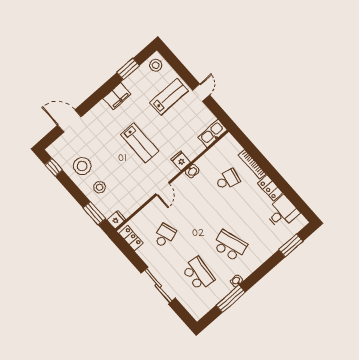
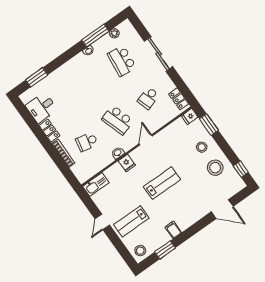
filing cabinet: (117, 96) -> (173, 230), width x0.50
lab bench: (139, 143) -> (162, 183), turned 90
school desk: (230, 246) -> (118, 120), moved
plant: (210, 303) -> (114, 33), added

